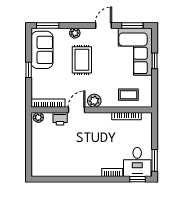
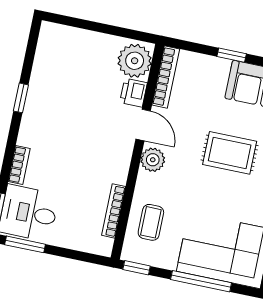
window: (155, 61) -> (201, 281), width x2.17
window: (155, 97) -> (137, 268), added
plant: (38, 117) -> (135, 61), width x1.87, depth x1.87
window: (76, 179) -> (21, 98), added

